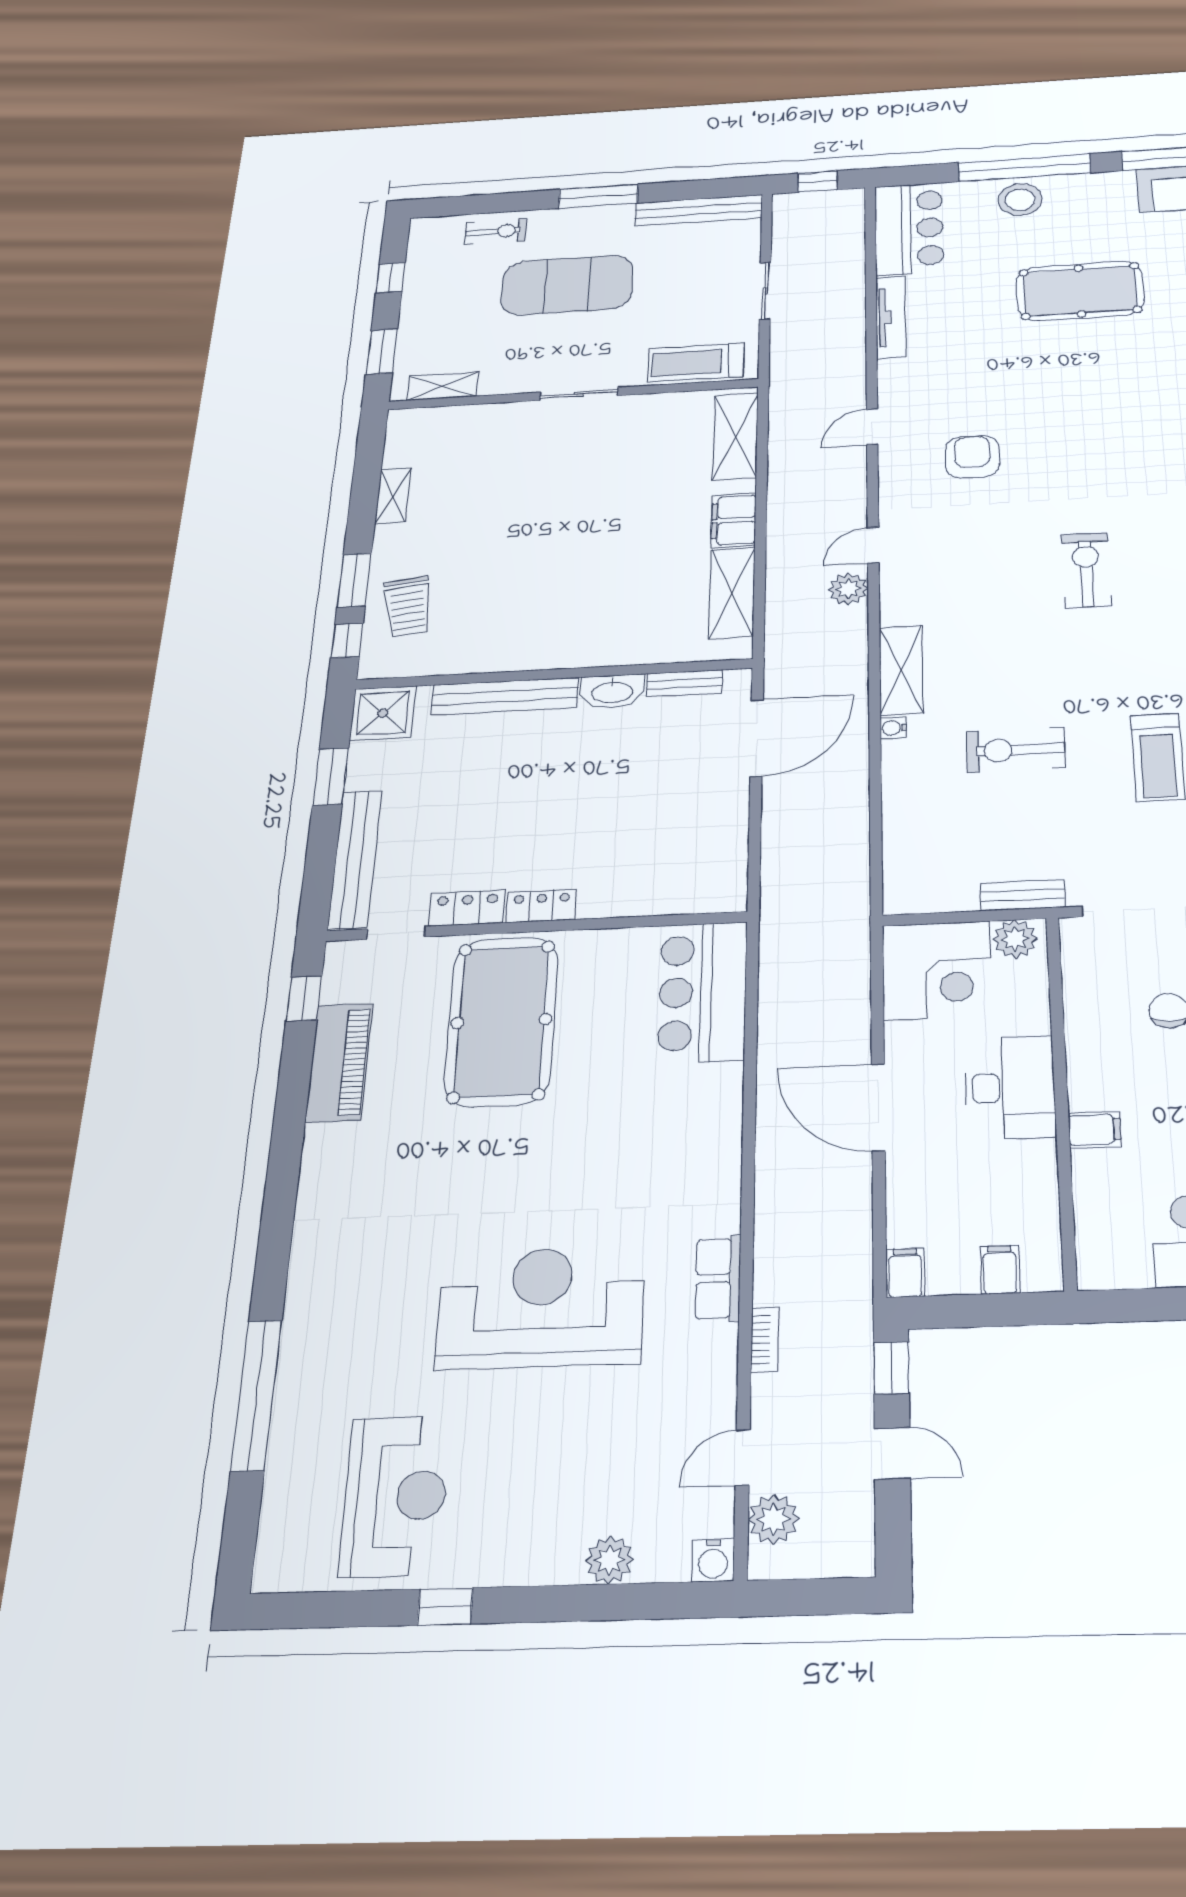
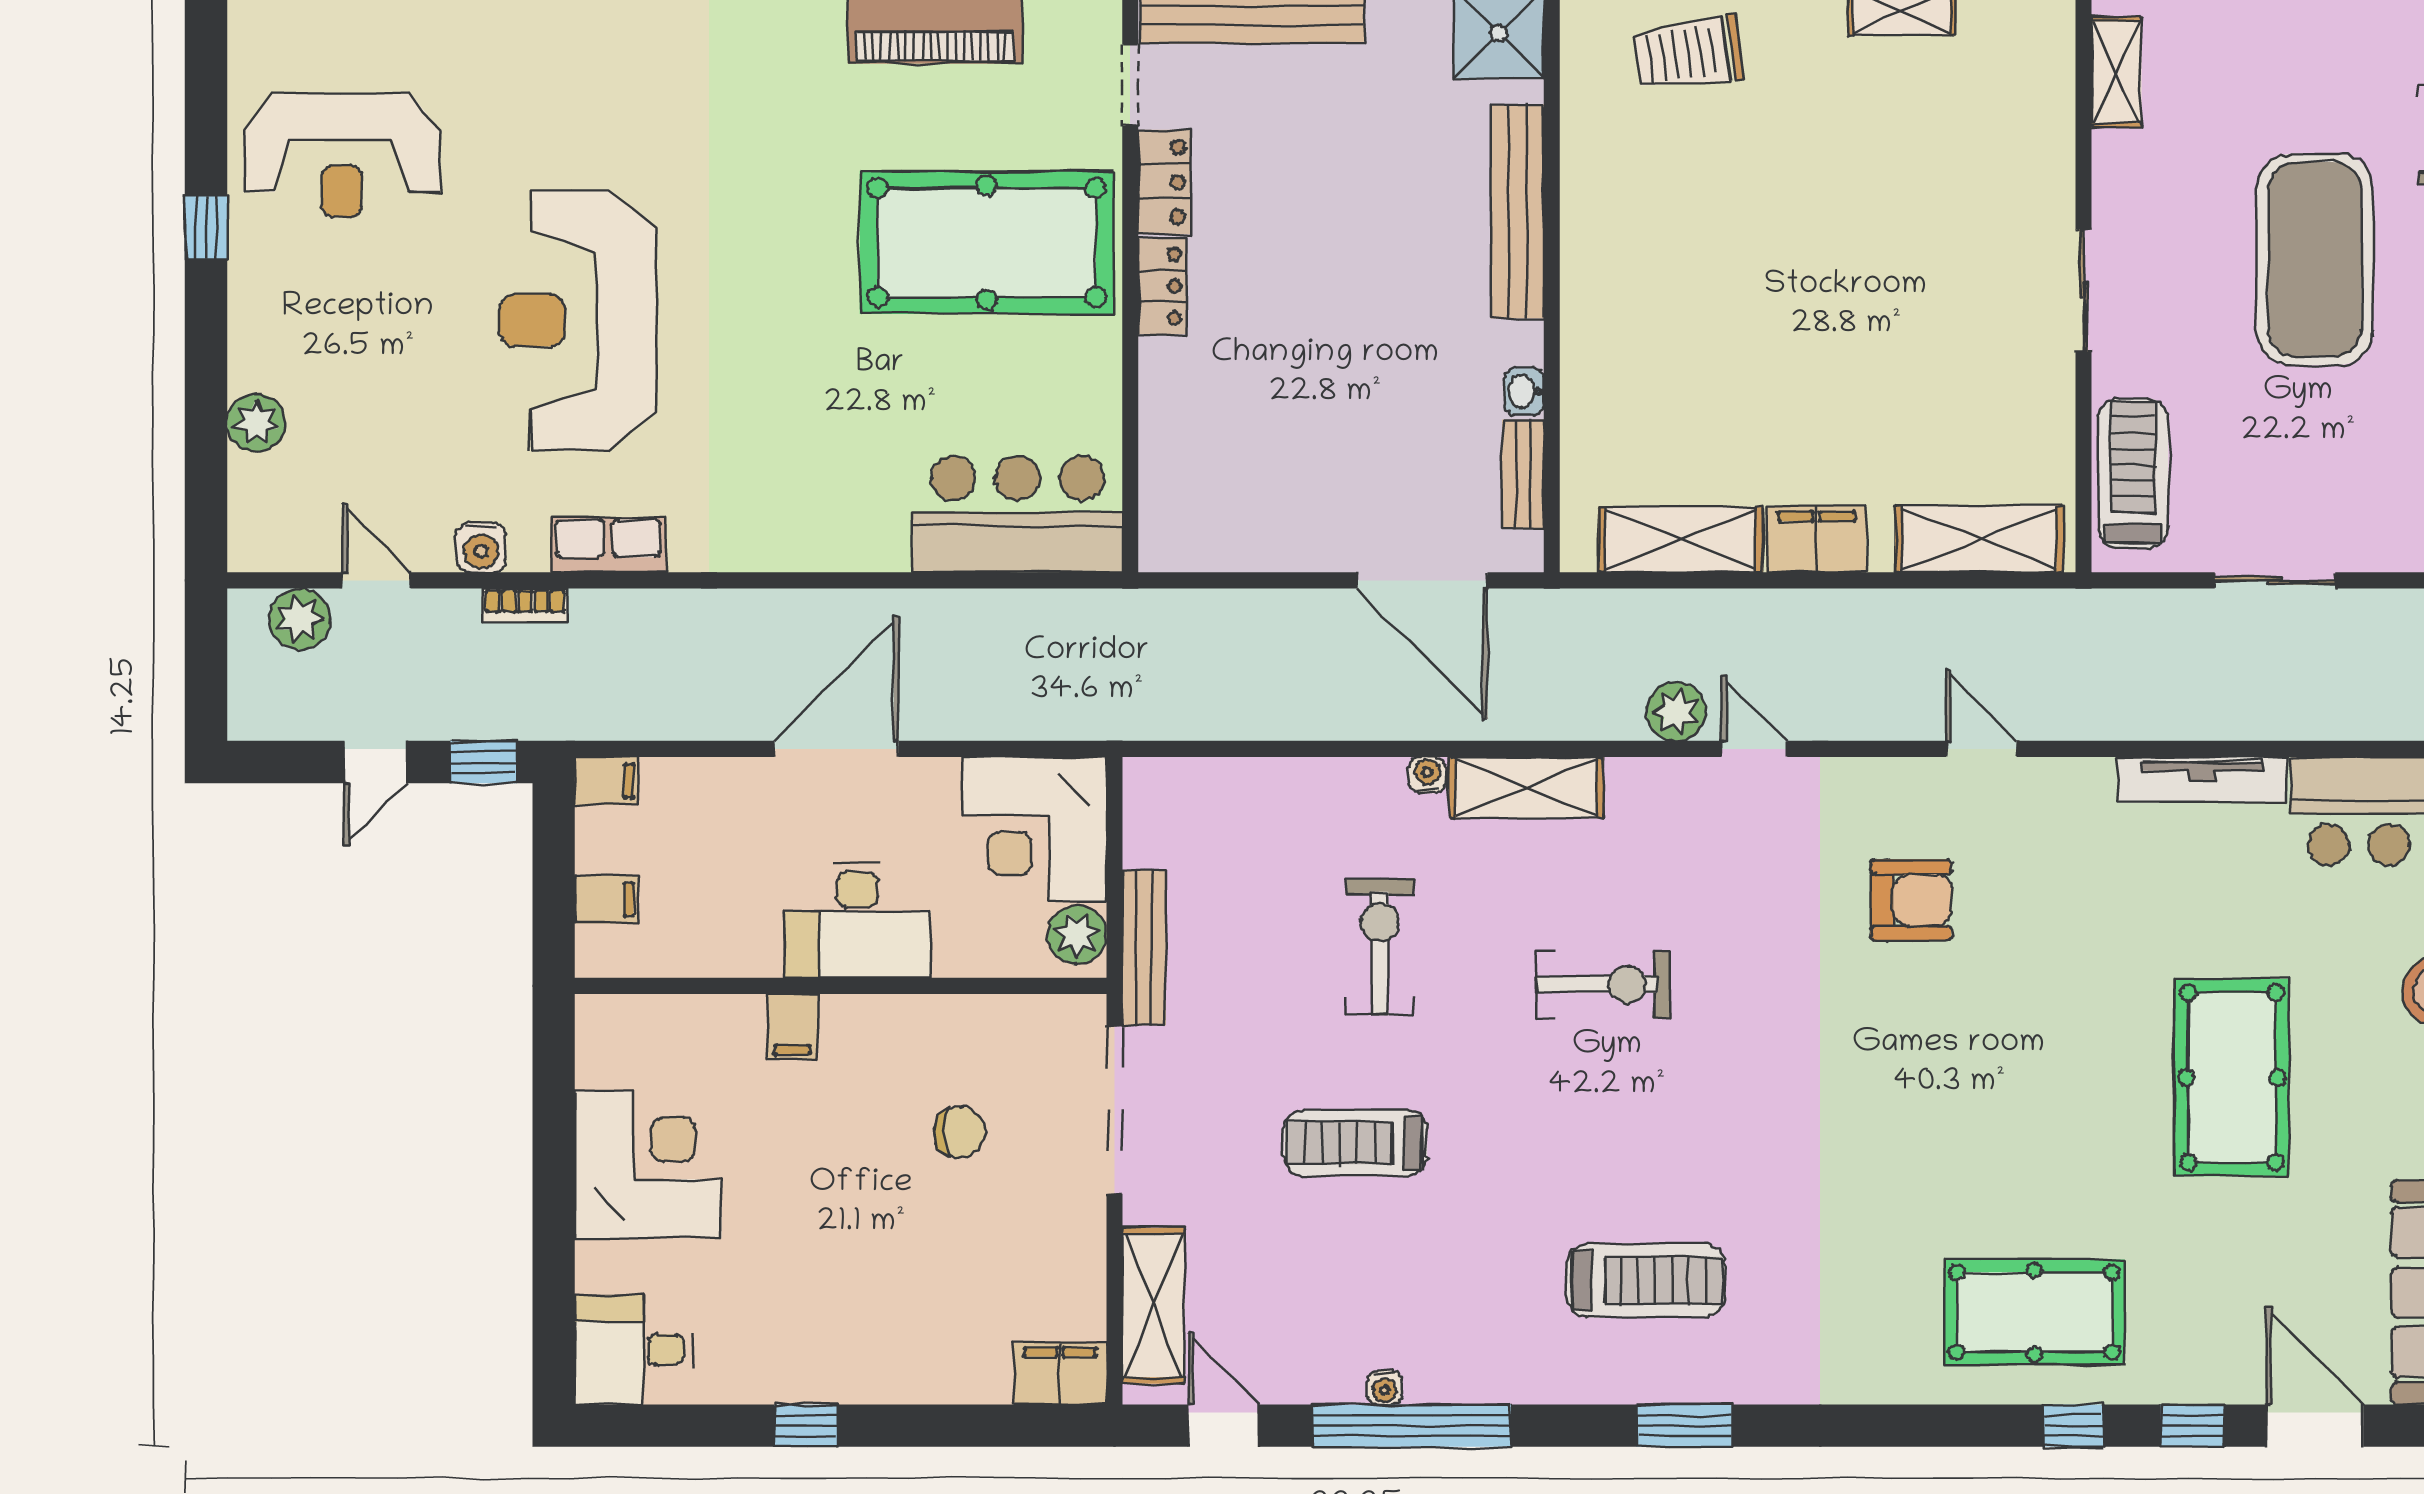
exercise bike: (1086, 570) -> (1604, 984), moved
washbasin: (612, 691) -> (1524, 391), width x0.52, depth x0.69
bench: (1023, 895) -> (1144, 947), width x1.36
reception desk: (541, 1307) -> (578, 320), turned 180
water cooler: (713, 1560) -> (481, 547), moved, turned -90

